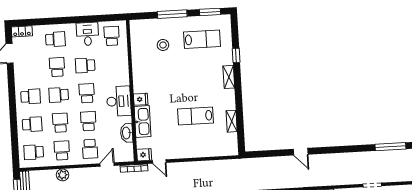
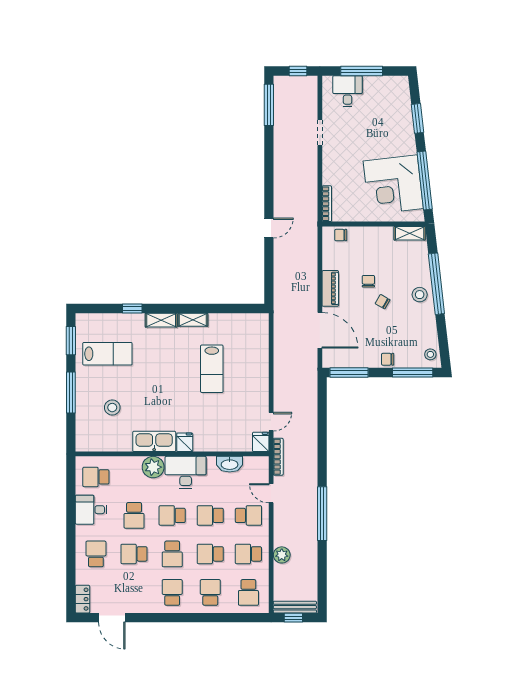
lab bench: (202, 39) -> (107, 354), turned 90
plant: (121, 77) -> (153, 467), added
shelving: (232, 121) -> (193, 320), moved
kitchen sink: (143, 122) -> (154, 441), moved

